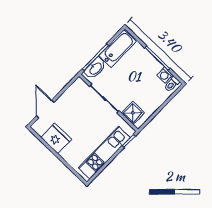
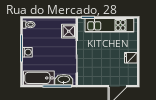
washing machine: (165, 75) -> (27, 52), moved
fridge: (56, 138) -> (131, 58), width x0.53, depth x0.75

